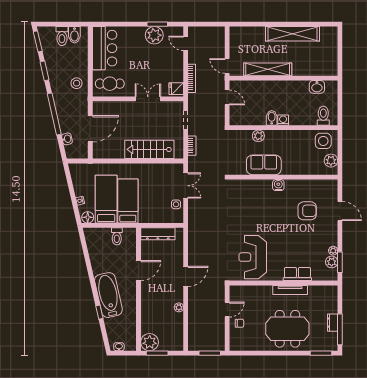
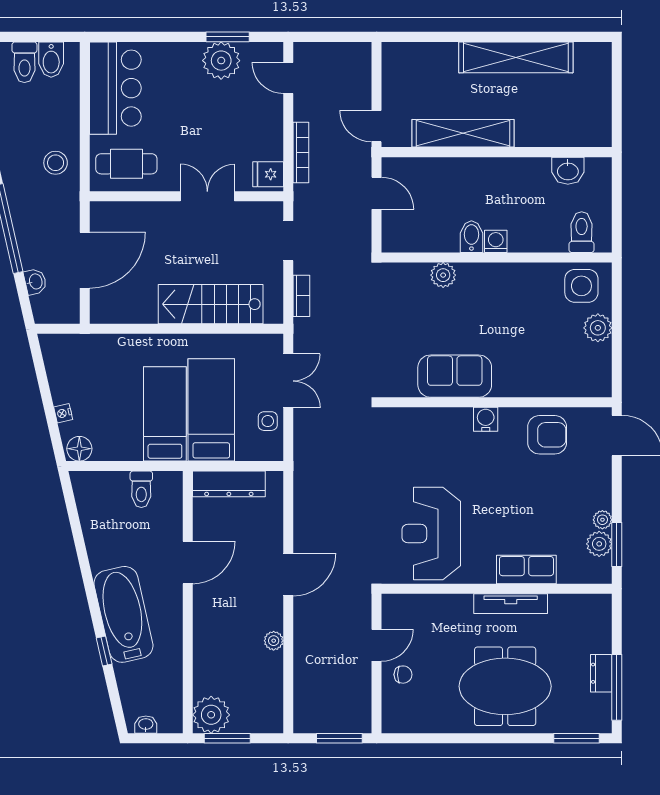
sofa: (264, 165) -> (455, 376), moved
wall: (283, 177) -> (497, 402), moved
water cooler: (278, 185) -> (486, 419), moved
bed: (106, 199) -> (211, 410), moved

